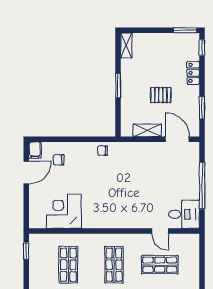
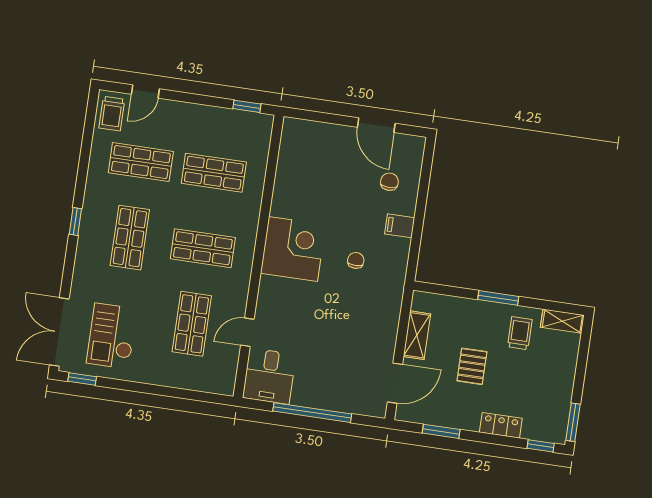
trolley: (137, 70) -> (520, 333), added
filing cabinet: (35, 150) -> (400, 226), moved
chair: (103, 151) -> (356, 260), moved
corner desk: (64, 211) -> (293, 249), moved

